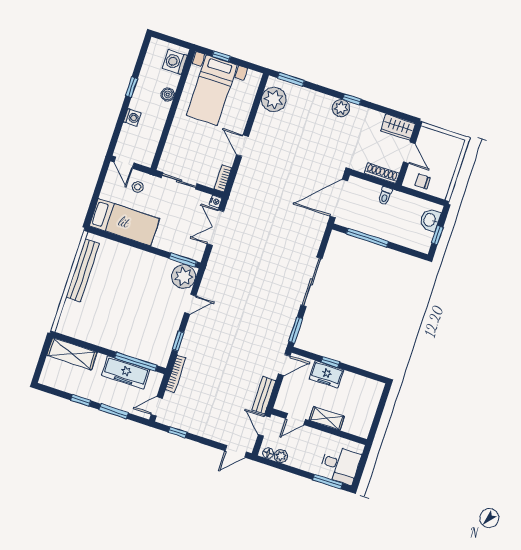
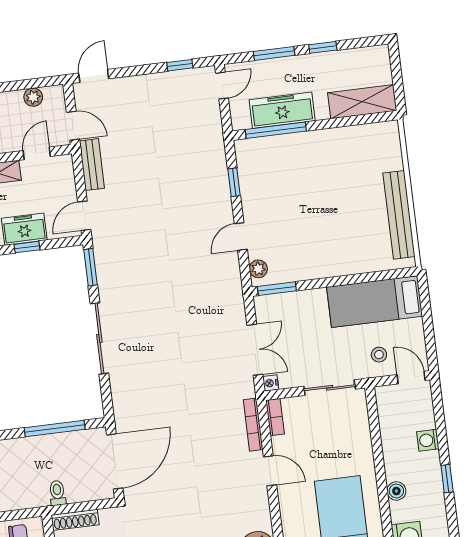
plant: (184, 277) -> (258, 269), width x0.53, depth x0.53
bookcase: (176, 374) -> (253, 425), moved
floor lamp: (268, 453) -> (51, 93), removed

